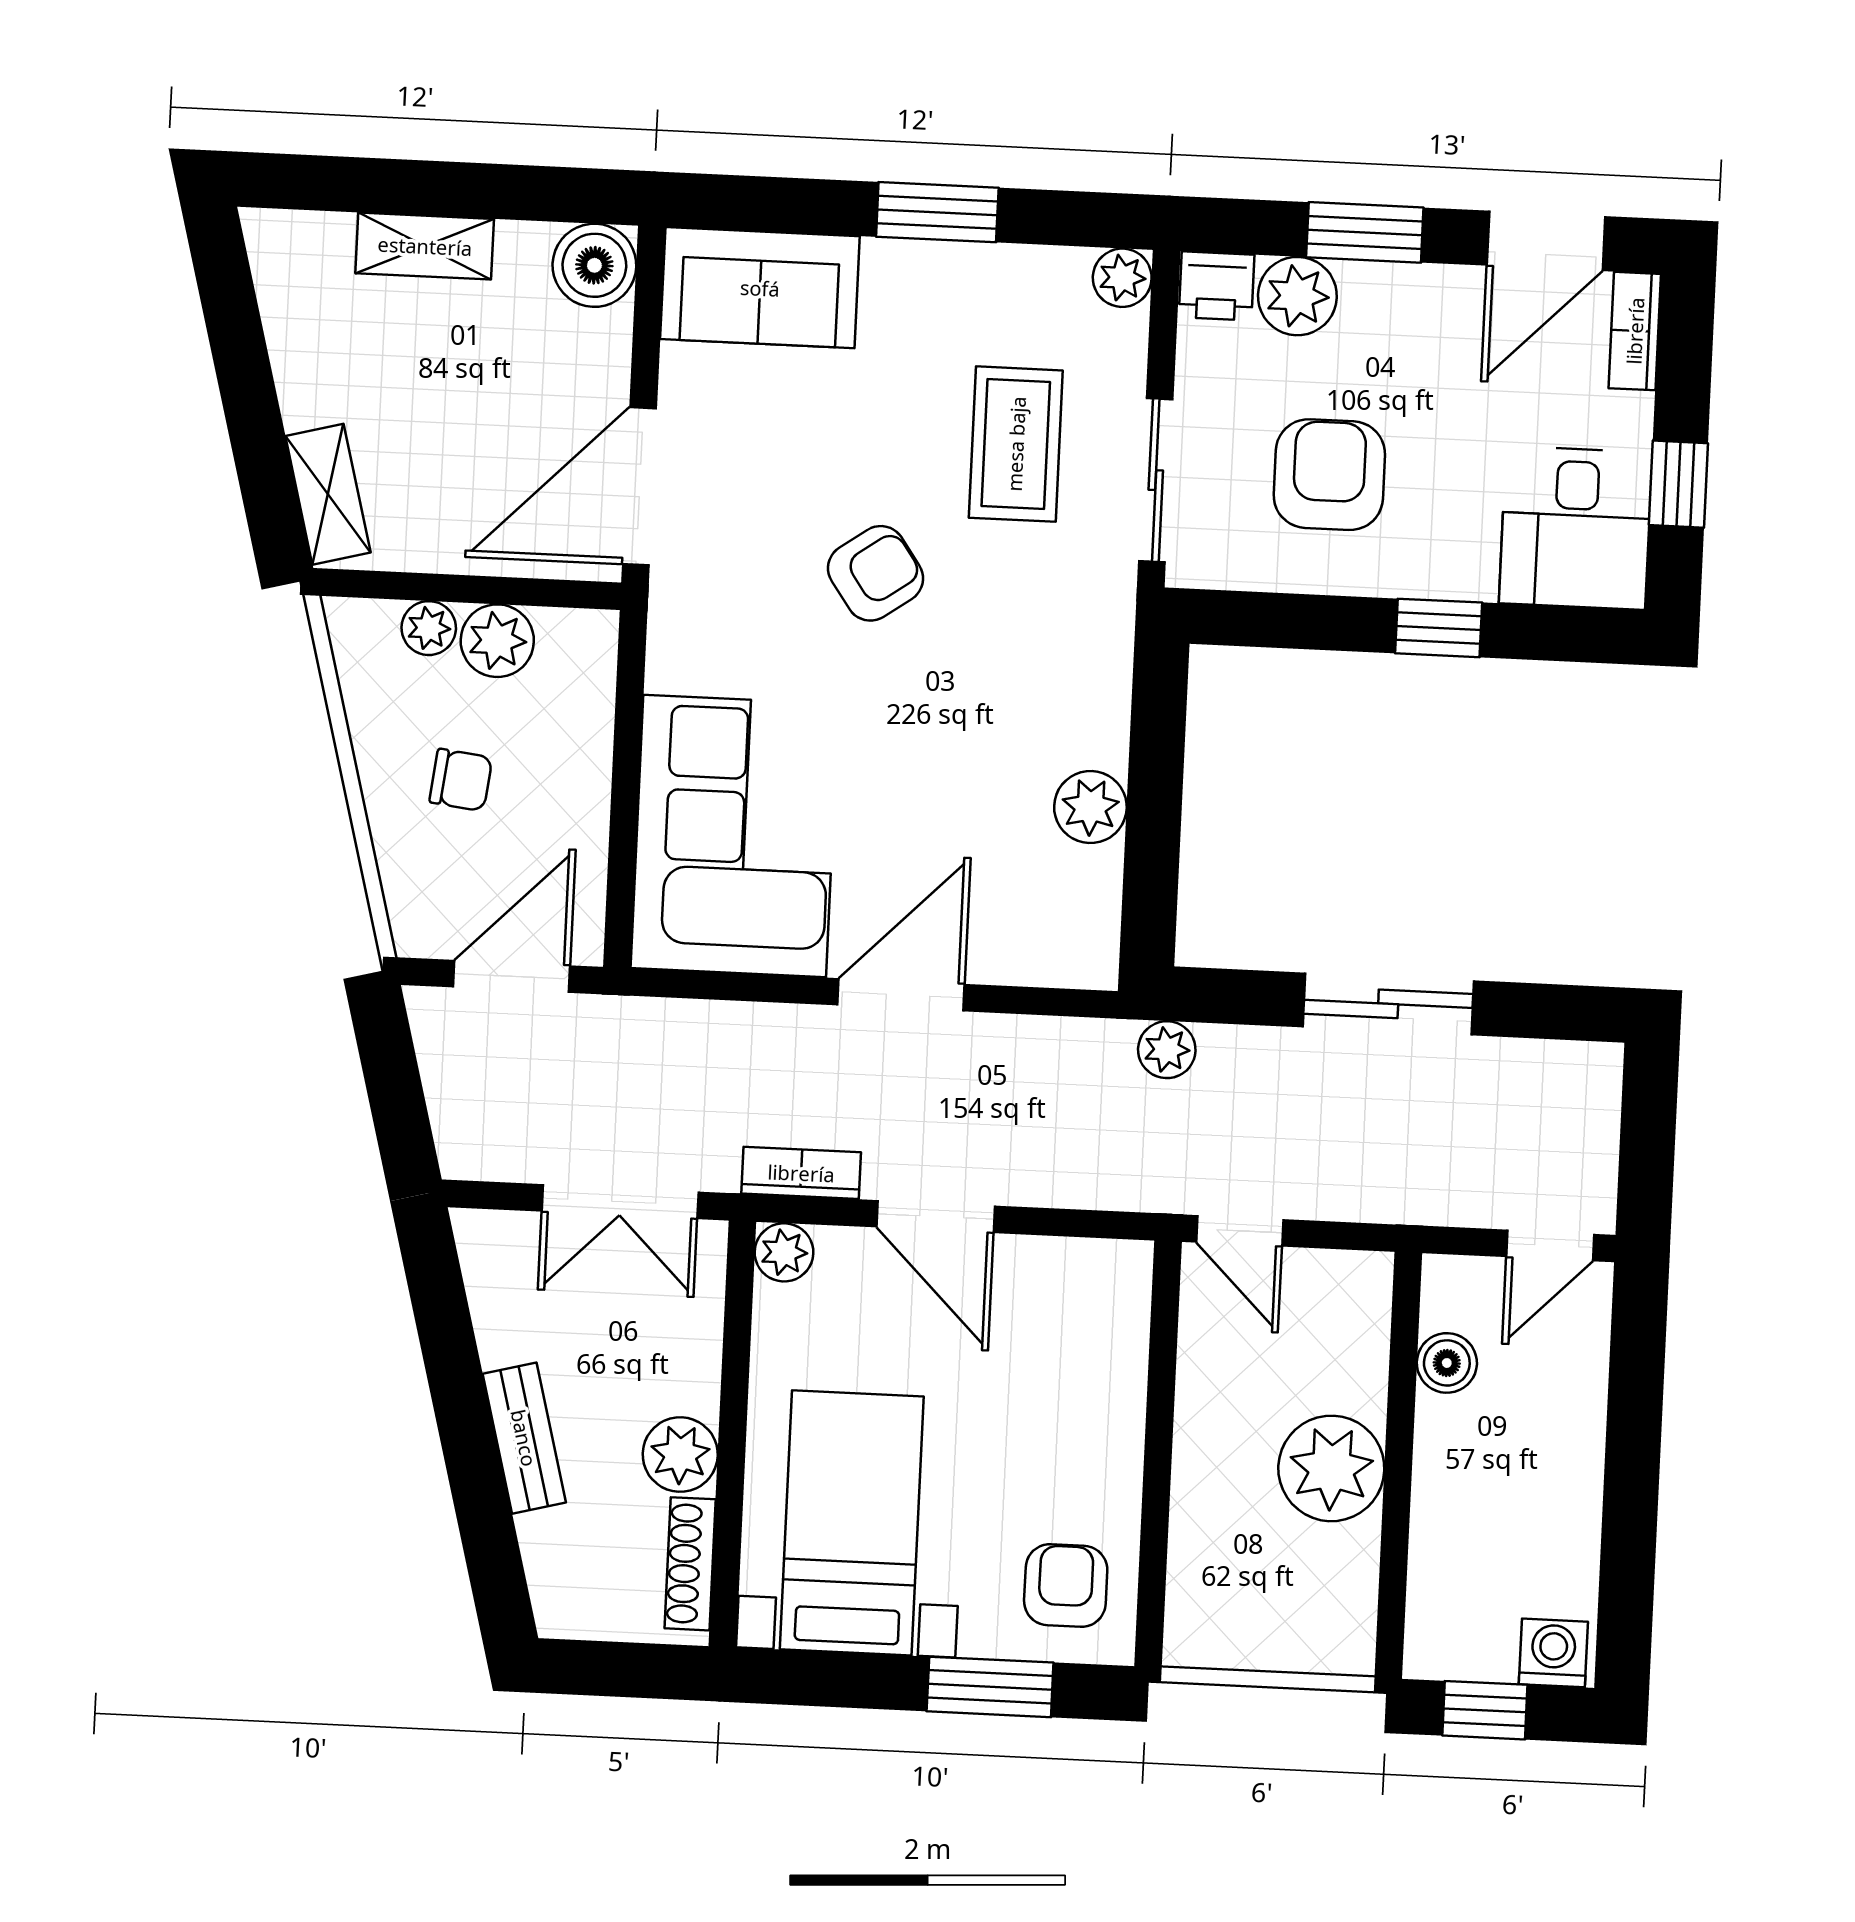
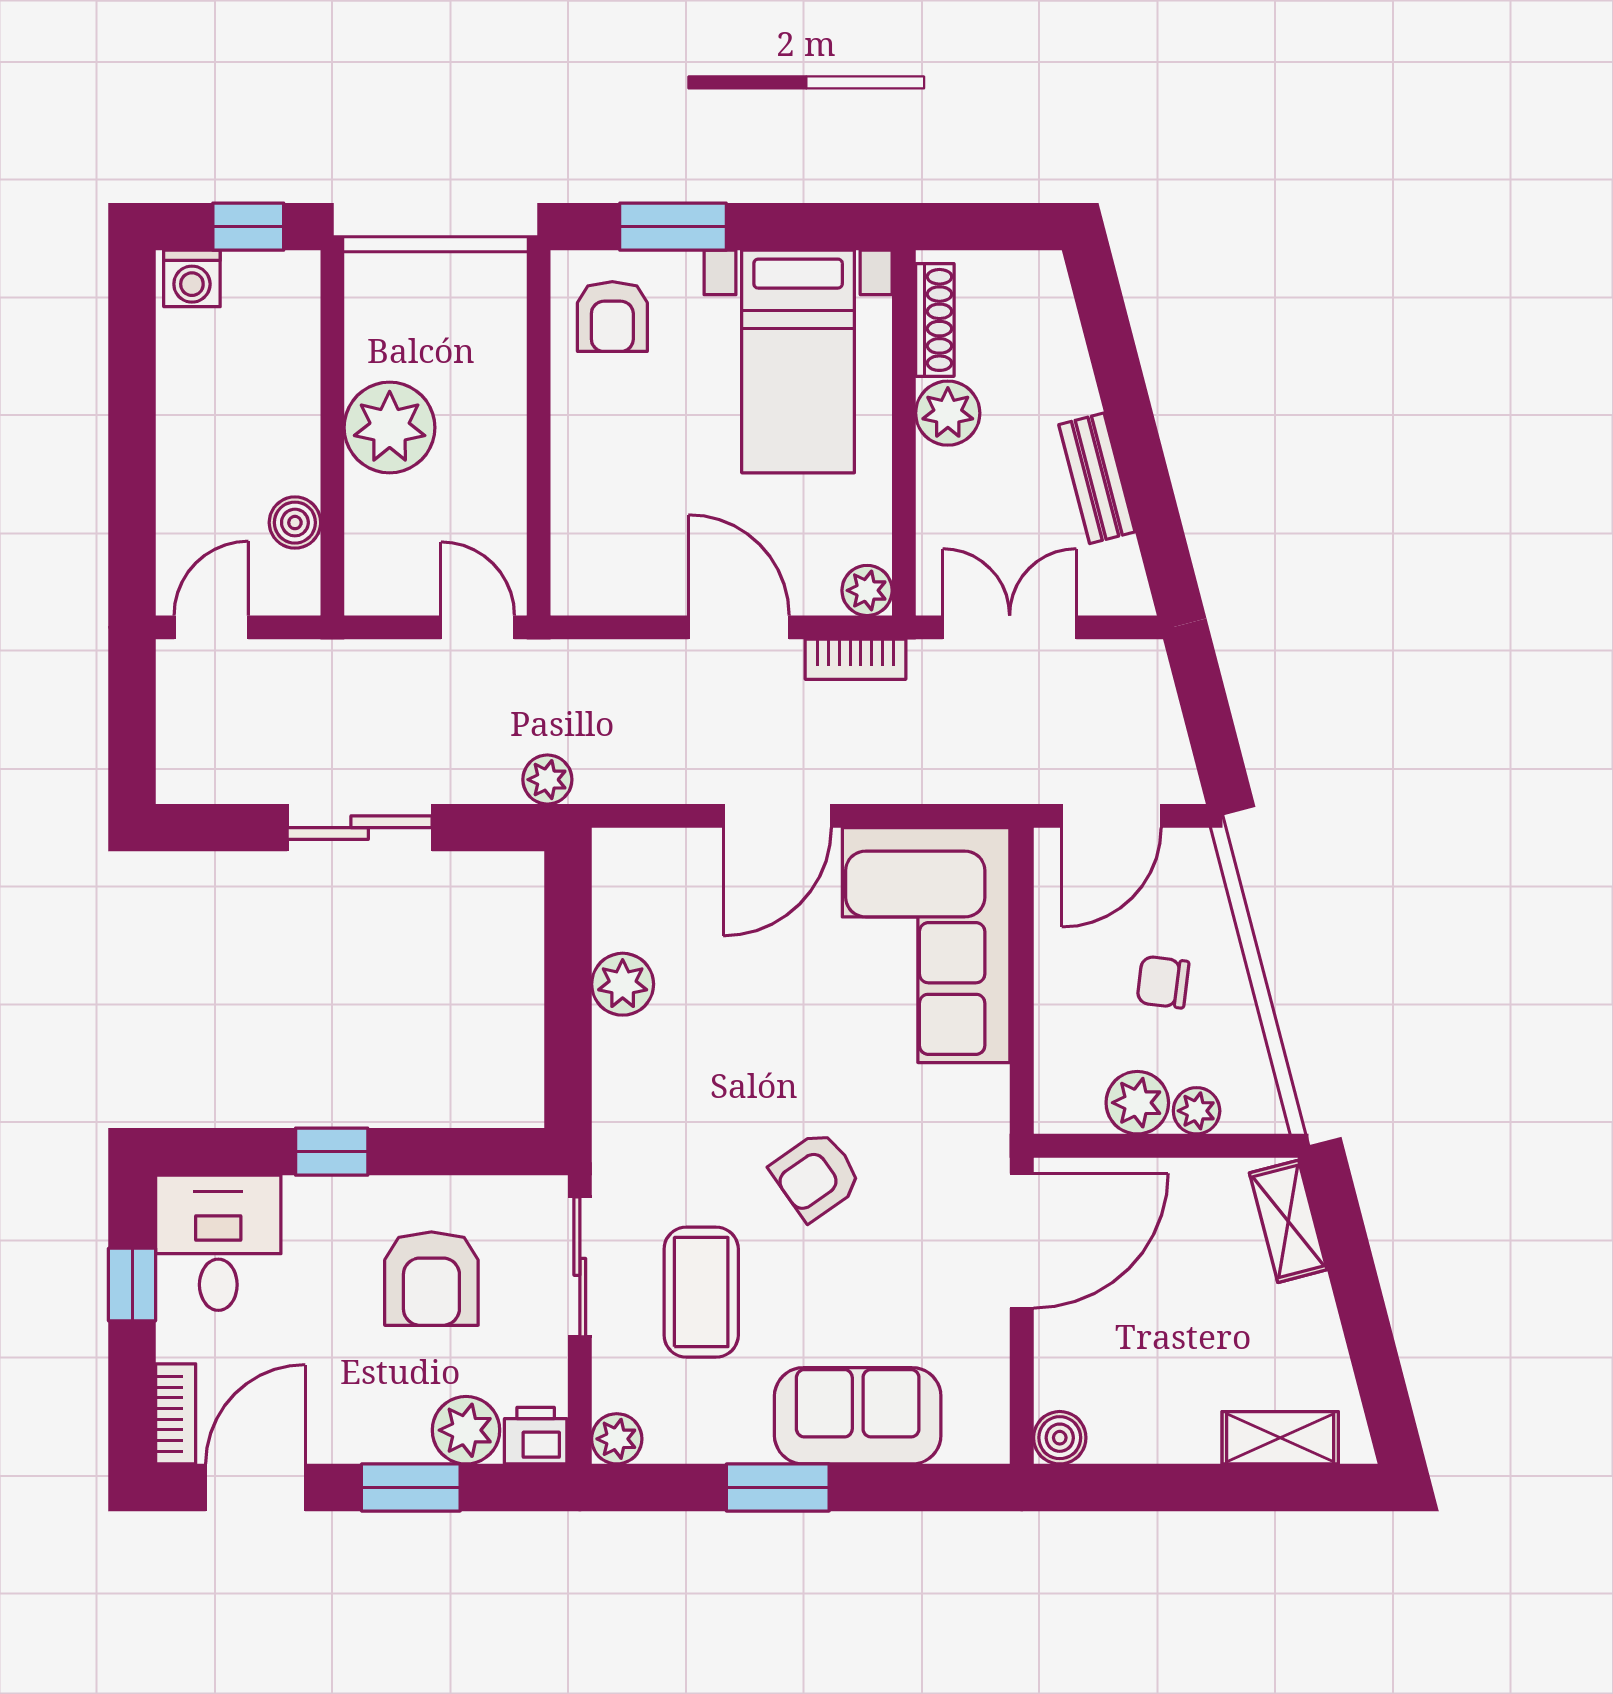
shelving: (425, 246) -> (1280, 1438), moved
boiler: (594, 265) -> (1060, 1438), width x0.73, depth x0.73
sofa: (760, 288) -> (858, 1416), moved
bench: (524, 1438) -> (1097, 478), moved

